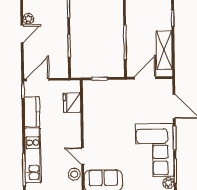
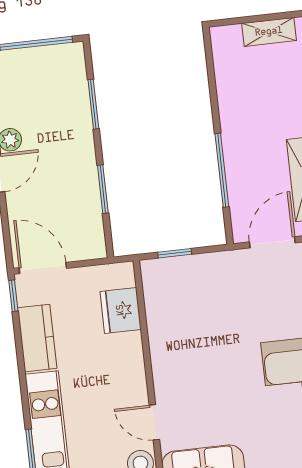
door: (38, 80) -> (43, 268), hinge flipped

